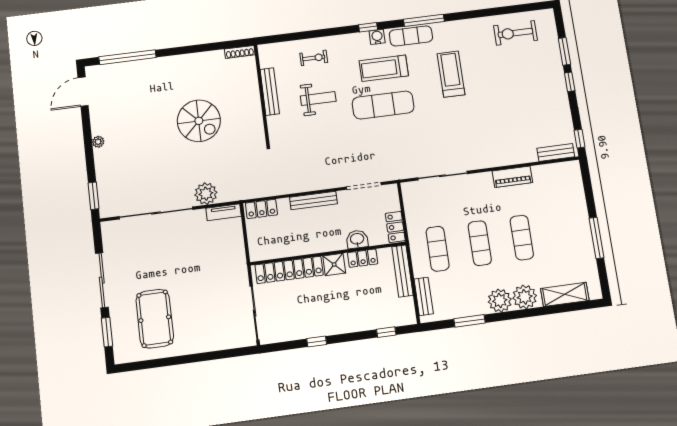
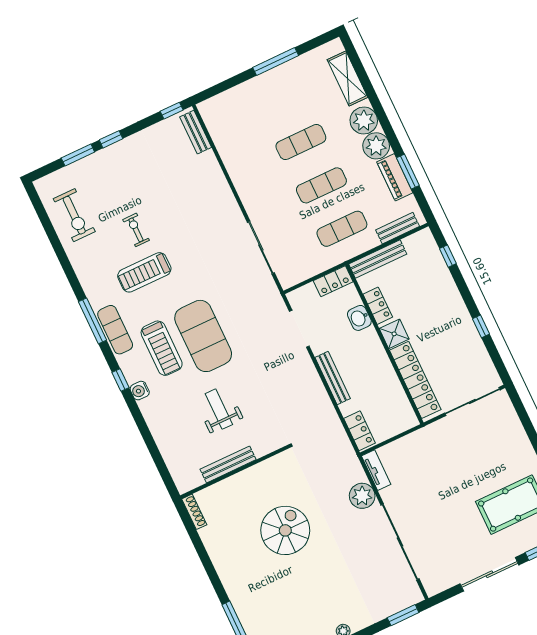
water cooler: (377, 37) -> (140, 391), moved
exercise bike: (314, 58) -> (136, 230), moved
exercise mat: (383, 105) -> (203, 336), width x1.47
piano: (512, 177) -> (395, 177), moved, turned 180

